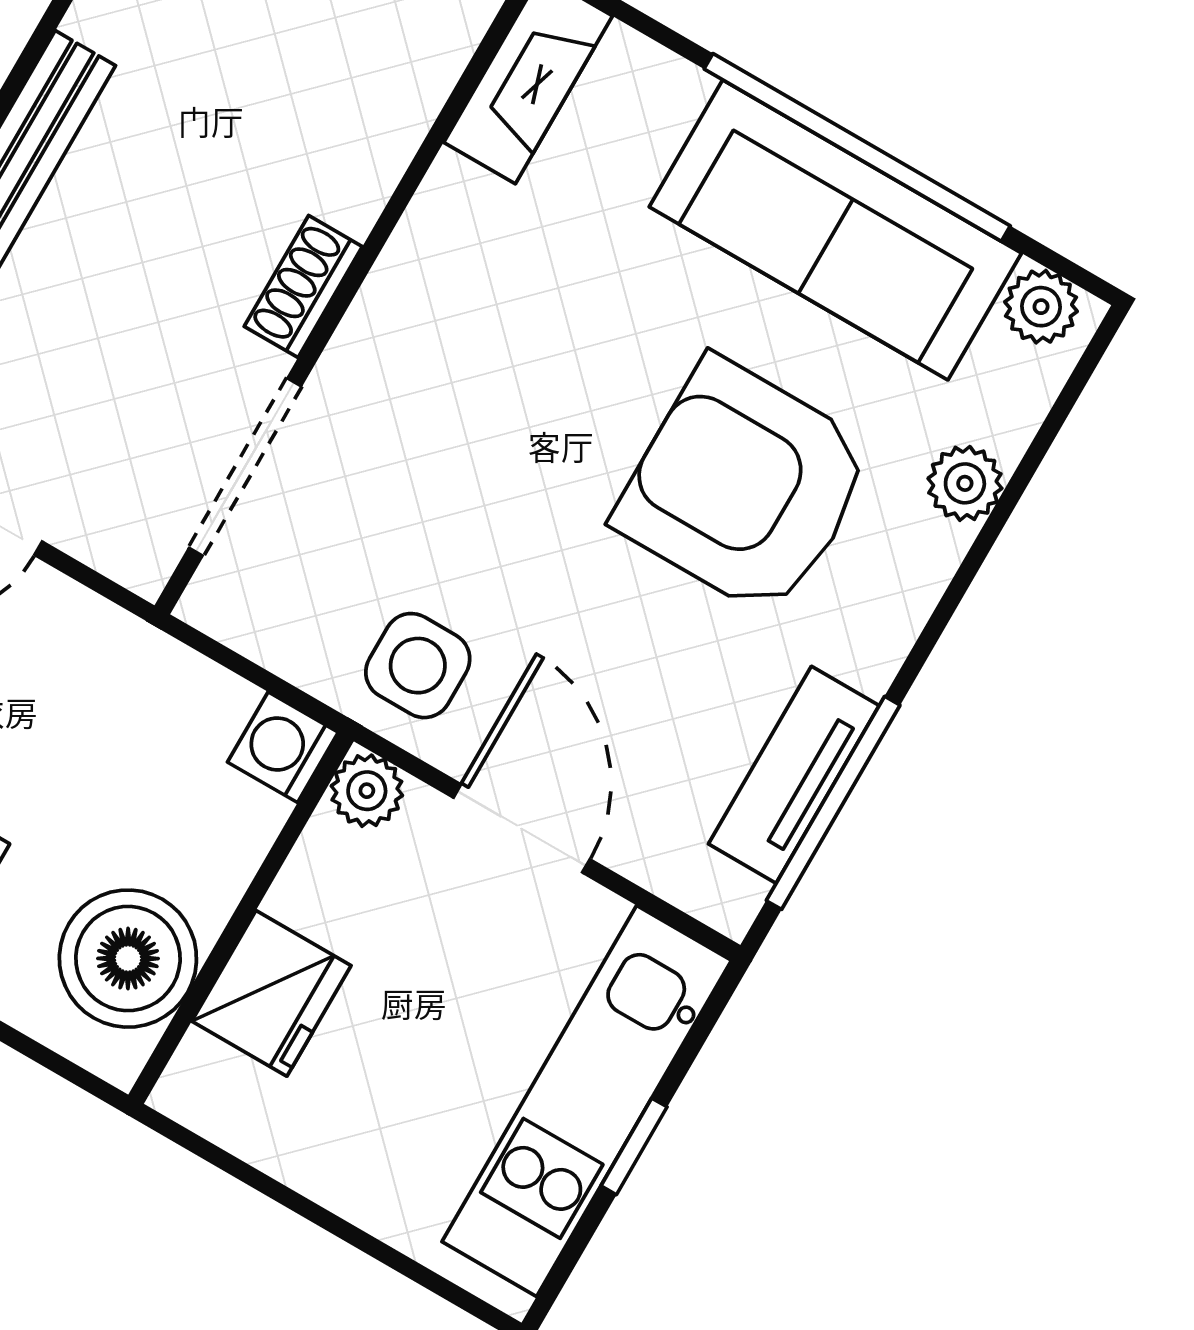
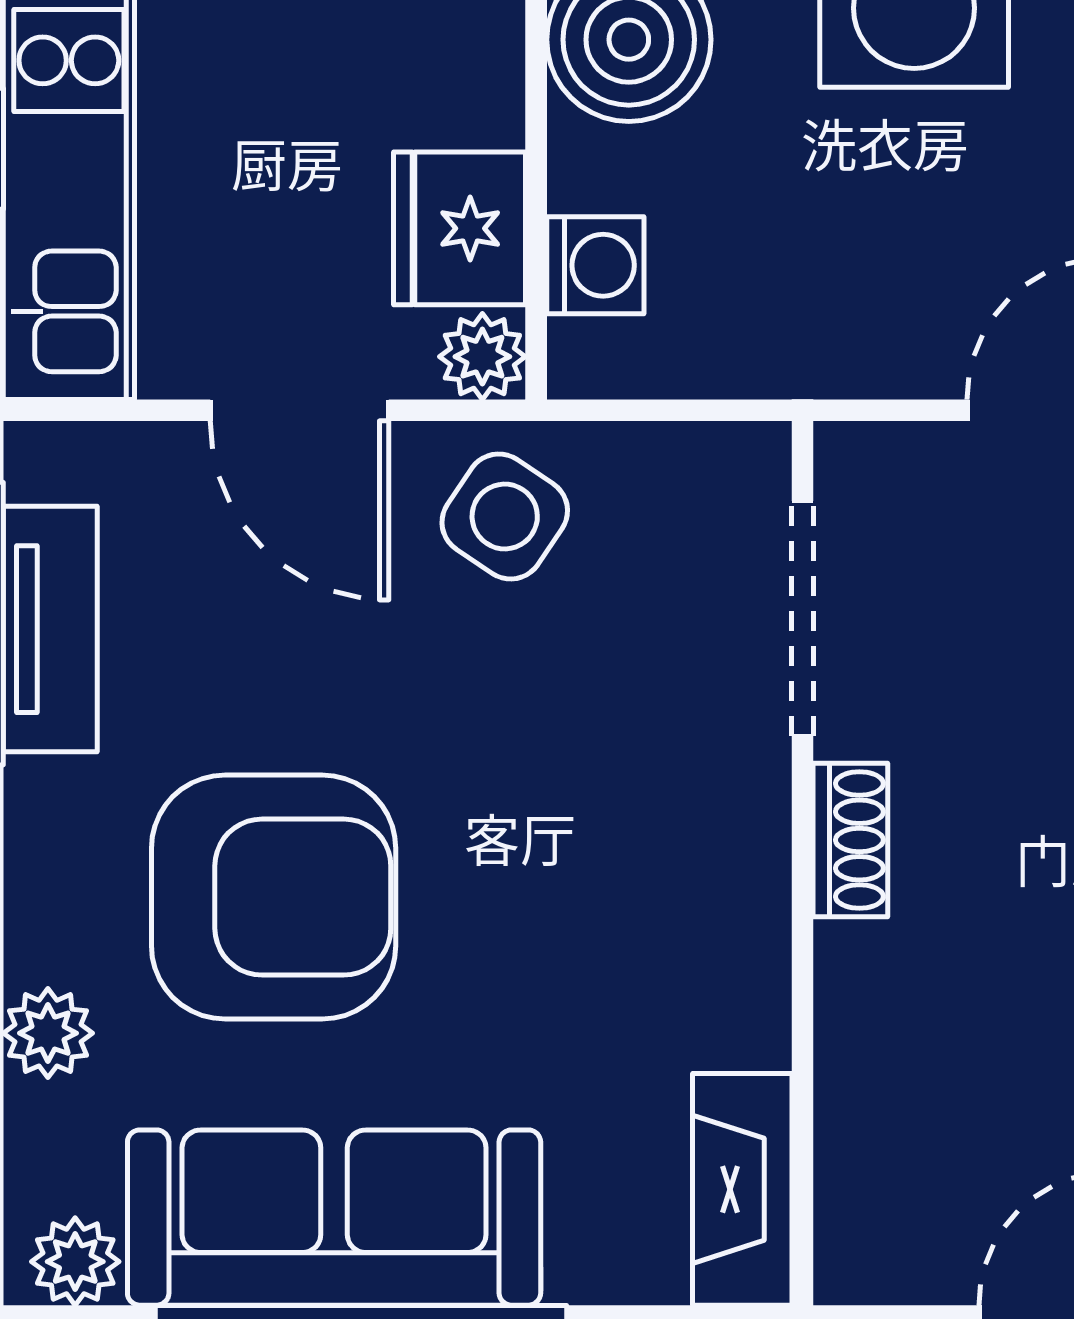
side table: (418, 666) -> (505, 516), turned 34
washing machine: (283, 747) -> (595, 265), moved
fridge: (271, 993) -> (460, 228), moved

